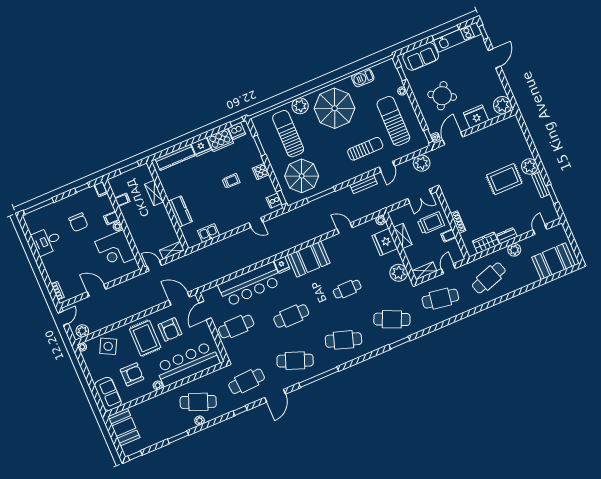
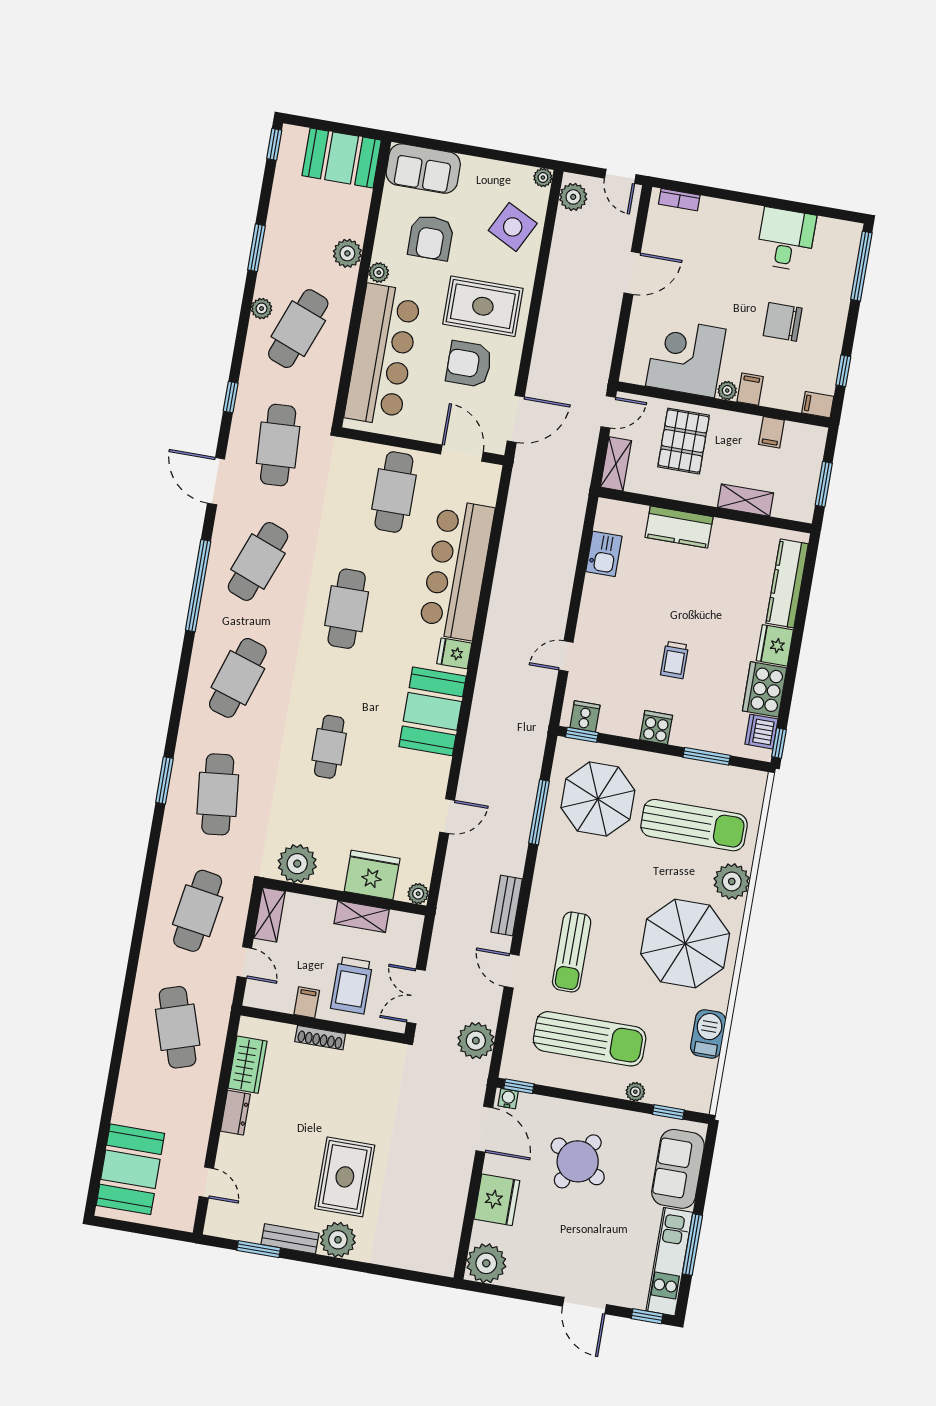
pallet: (147, 231) -> (684, 441), added
plant: (514, 250) -> (347, 253), moved
cafe table: (392, 319) -> (218, 794), turned -30

